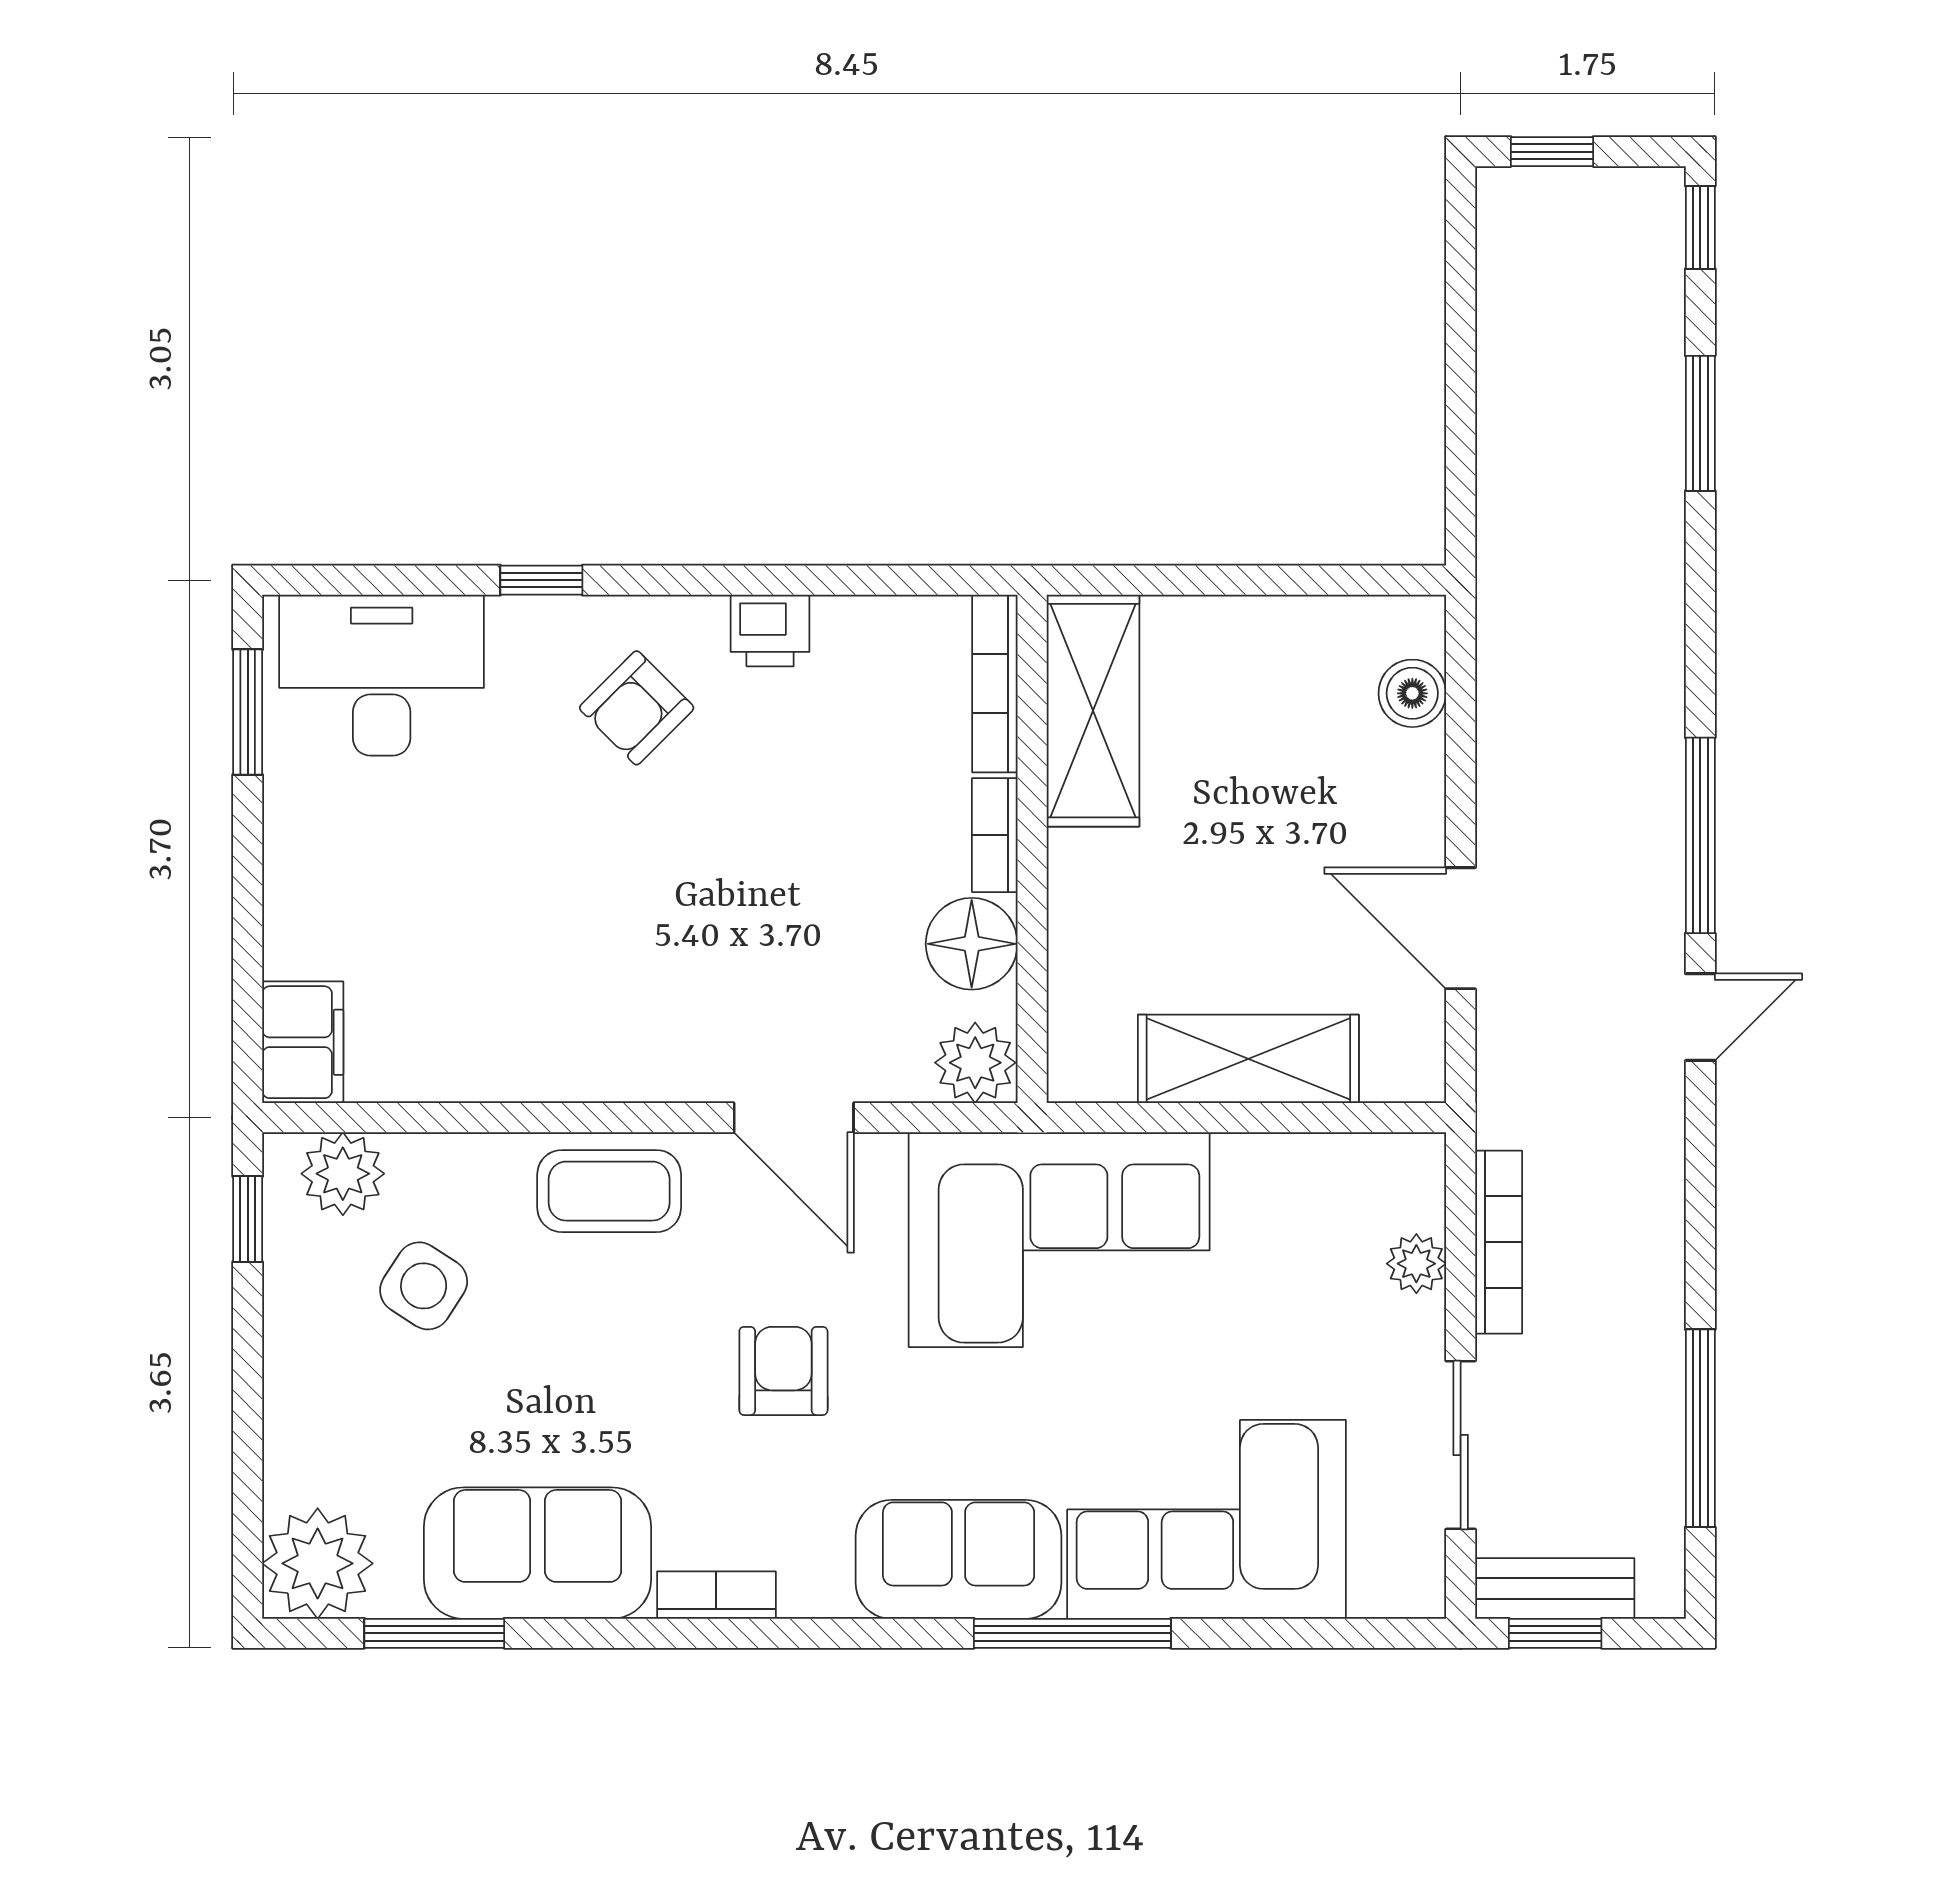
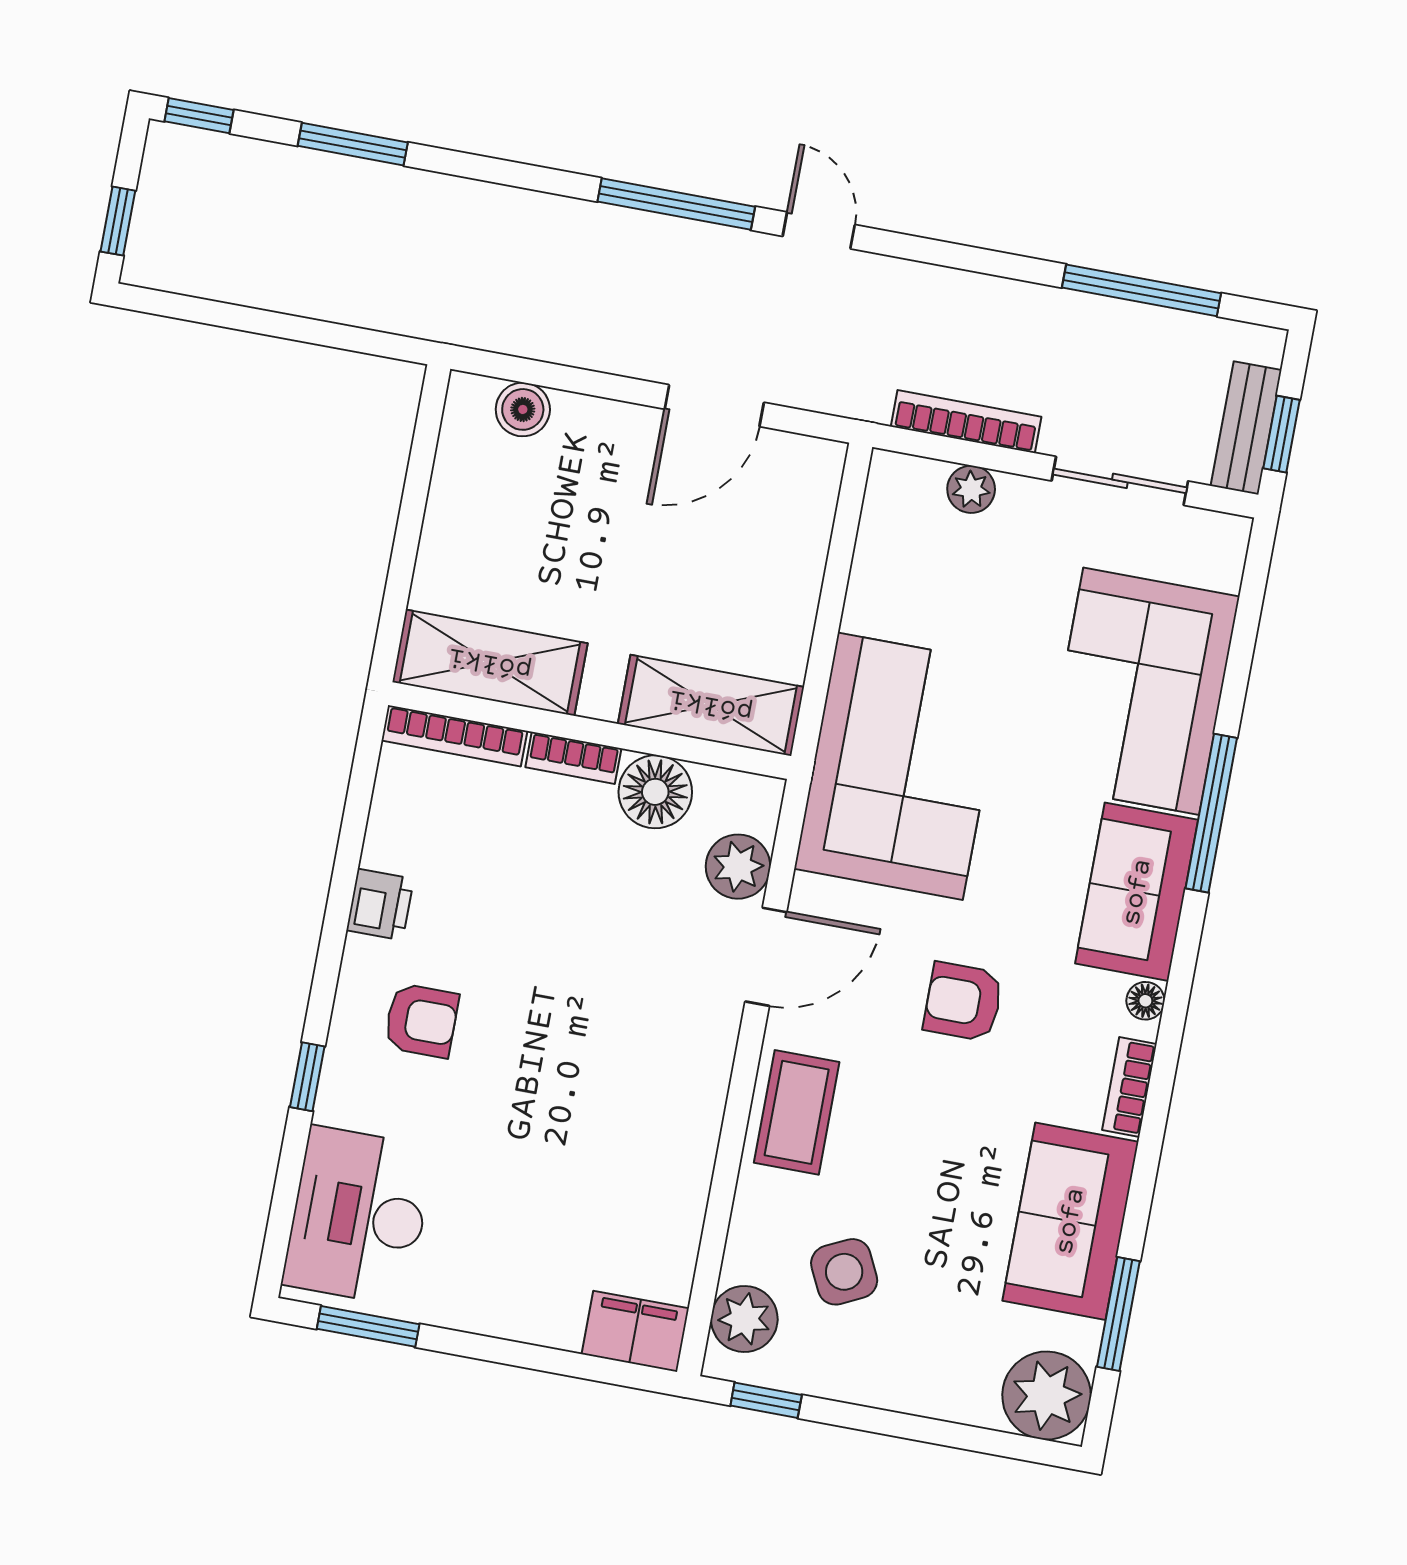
armchair: (637, 708) -> (421, 1021), turned -45
shelving: (1248, 1059) -> (711, 705), moved, turned 90
plant: (975, 1063) -> (738, 867), moved
side table: (424, 1286) -> (844, 1272), turned 31
floor lamp: (826, 1595) -> (1145, 1001), added

